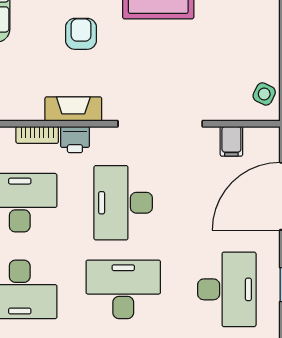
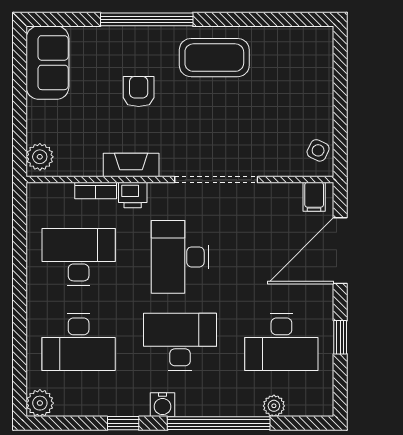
filing cabinet: (231, 141) -> (314, 197), moved
desk: (227, 289) -> (281, 342), turned 90

